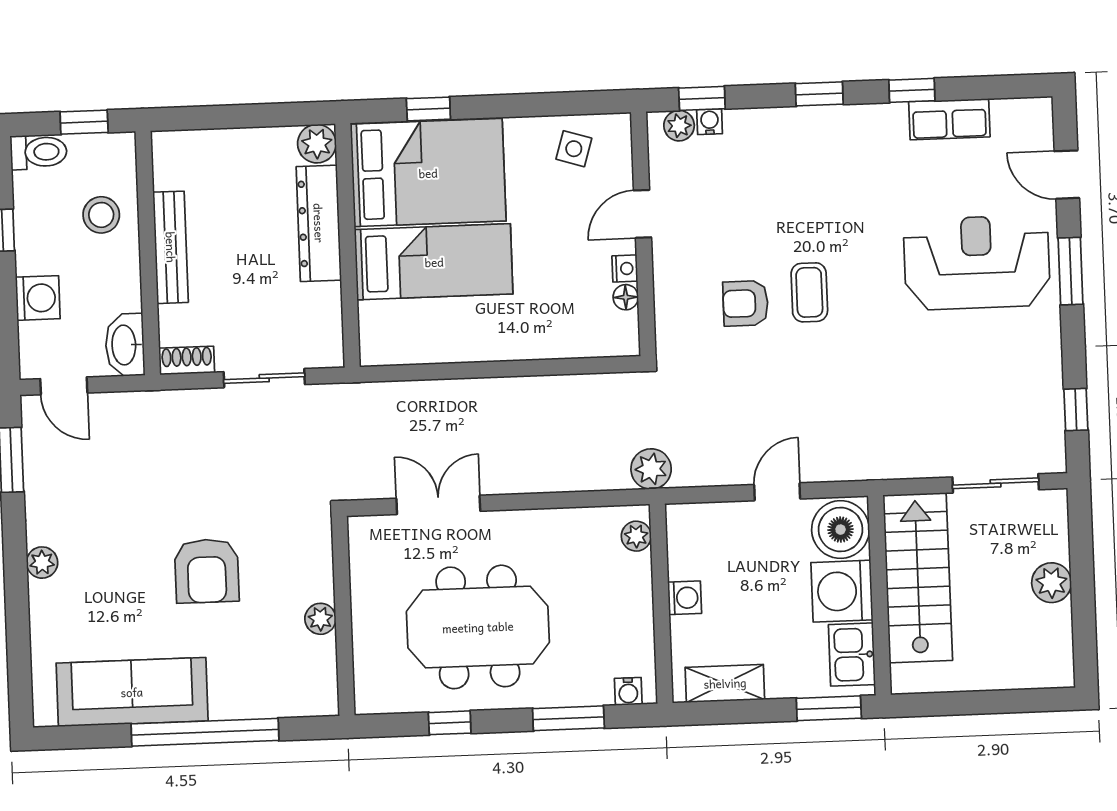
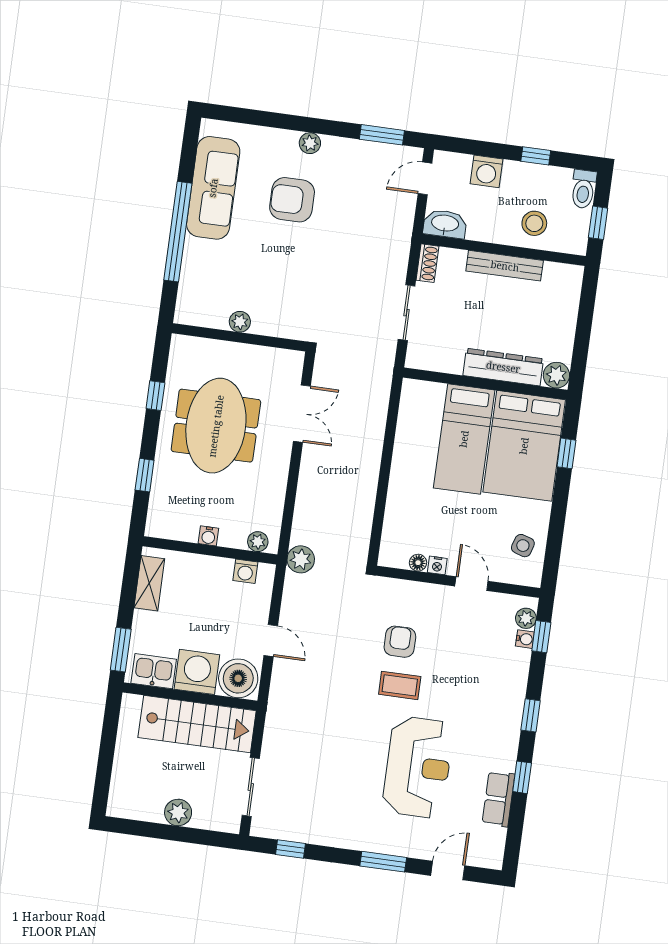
reception desk: (977, 262) -> (418, 767), moved
armchair: (207, 571) -> (292, 200), moved
washing machine: (685, 598) -> (245, 571), moved
water cooler: (628, 691) -> (208, 536), moved, turned -90
window: (568, 718) -> (145, 475), width x0.67

